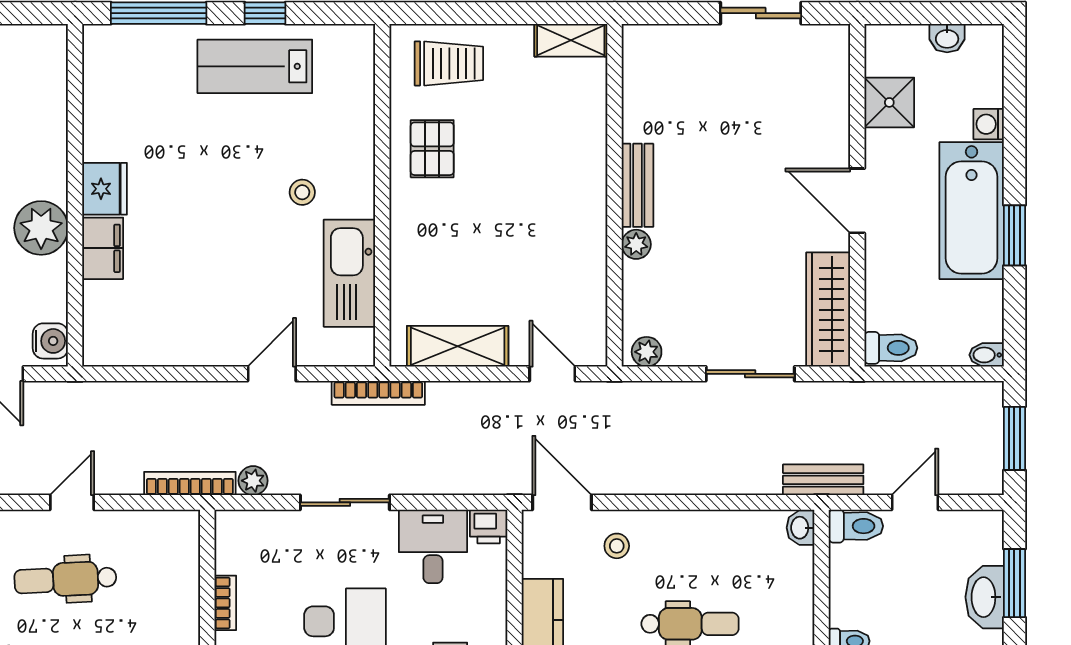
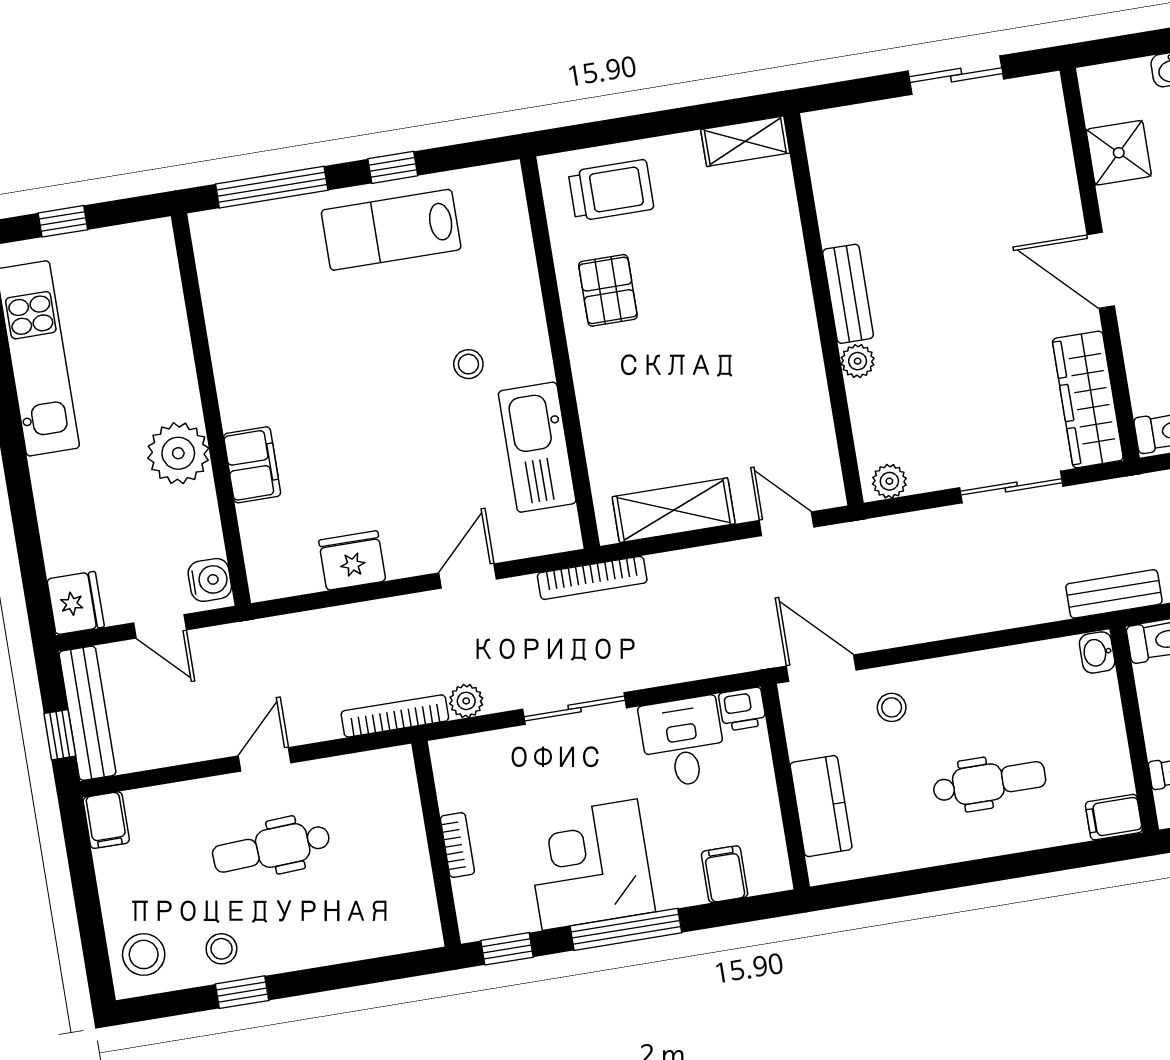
fridge: (105, 189) -> (352, 561), moved, turned -90

